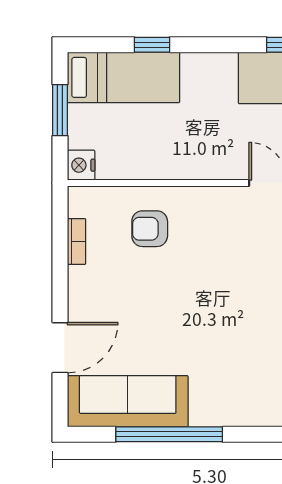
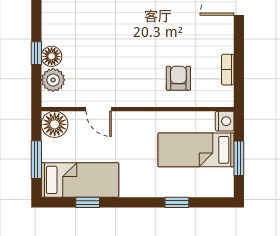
bed: (124, 77) -> (196, 150), moved
armchair: (150, 229) -> (178, 78), turned -90

